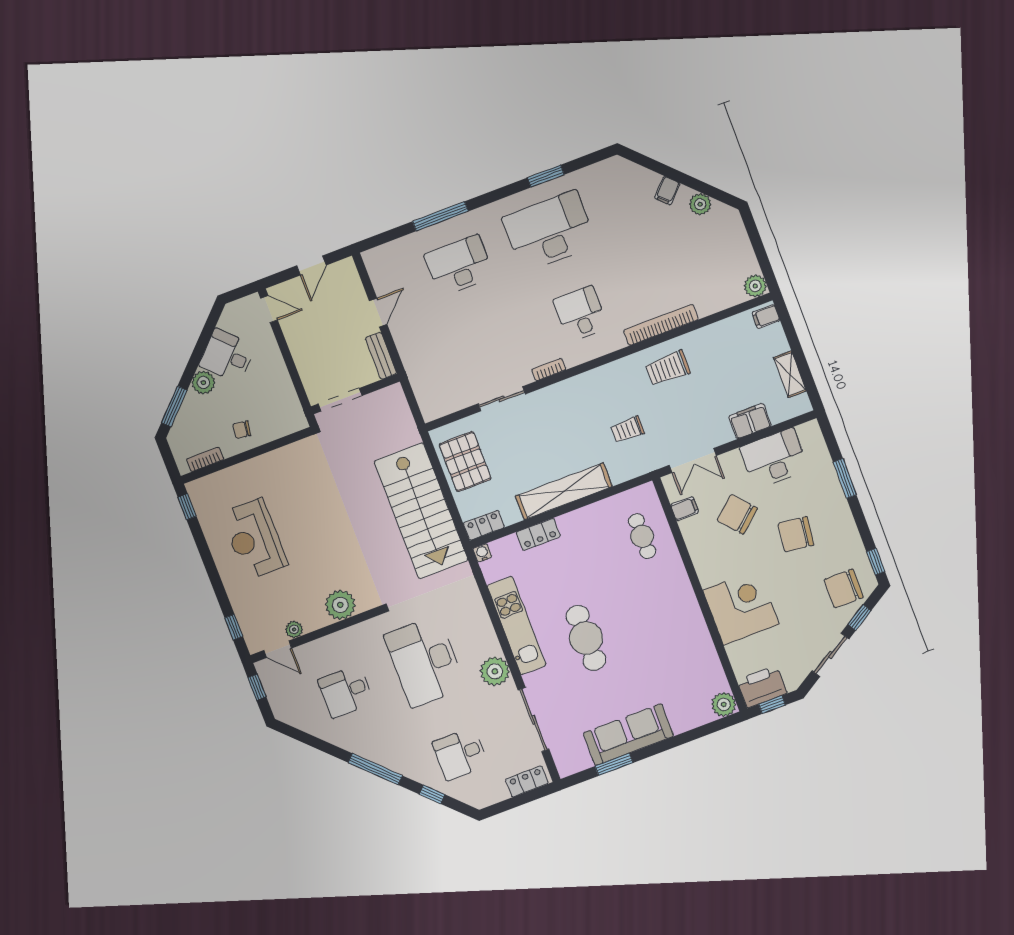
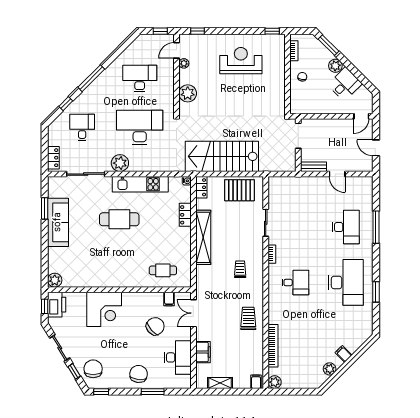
bookcase: (661, 325) -> (273, 346), moved
trolley: (628, 429) -> (240, 269), moved
chair: (796, 534) -> (139, 374), moved
desk: (346, 691) -> (140, 78), width x1.37

